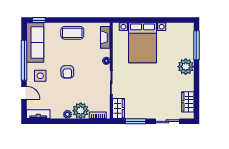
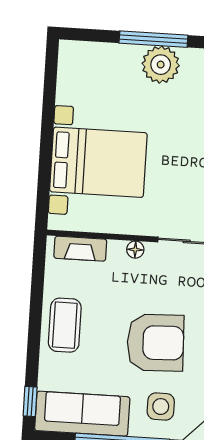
window: (196, 45) -> (153, 39), moved
armchair: (67, 72) -> (155, 343), width x1.88, depth x1.88

